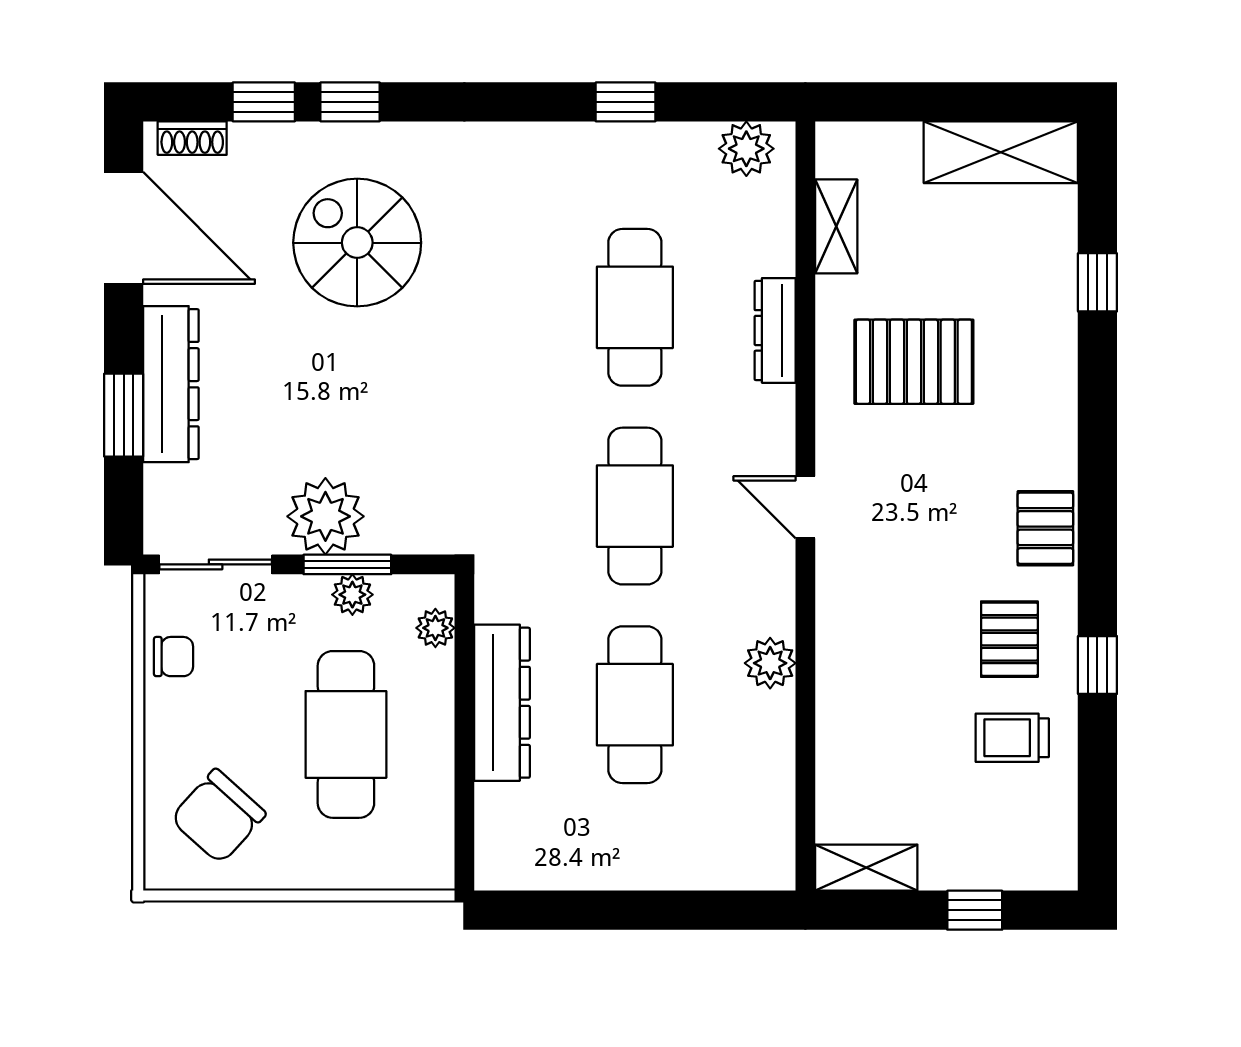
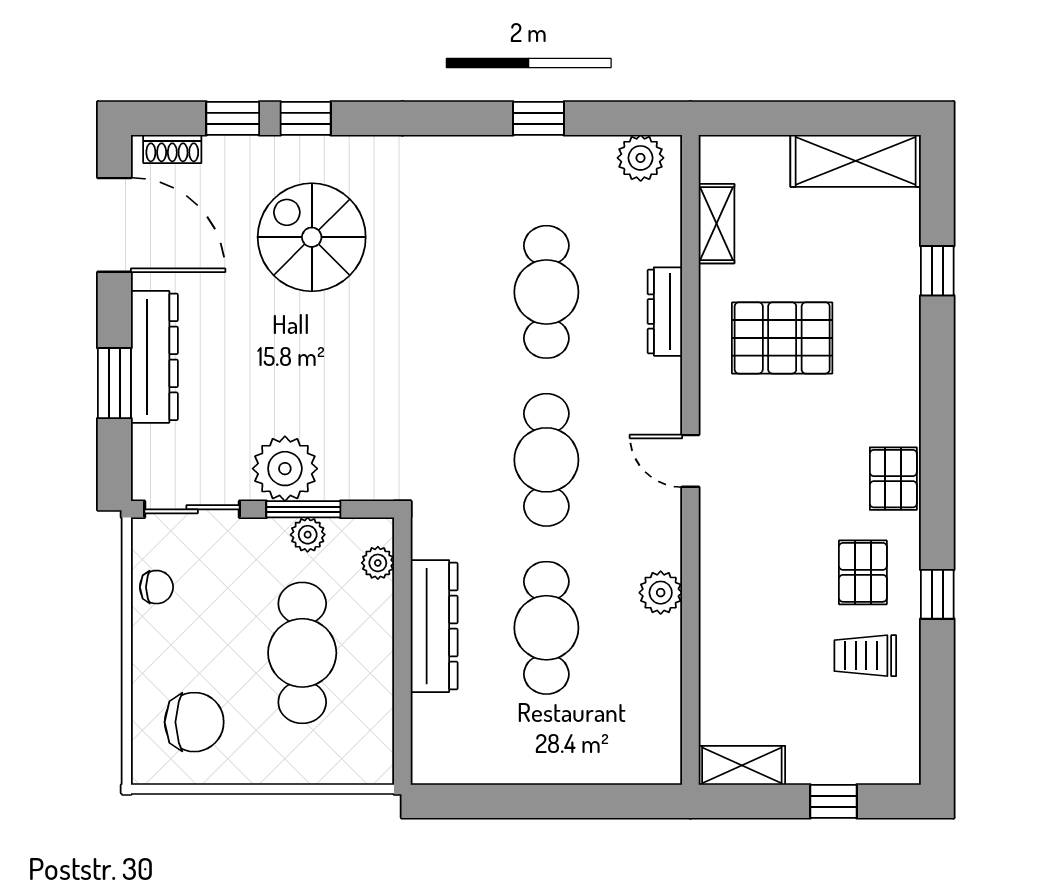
chair: (218, 816) -> (194, 722), turned -132

